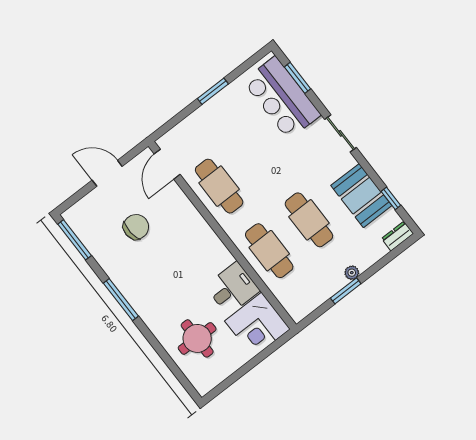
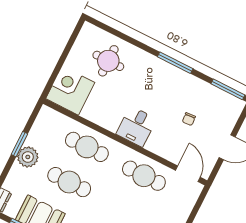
chair: (136, 227) -> (189, 119), width x0.54, depth x0.54
plant: (352, 273) -> (28, 157), width x1.87, depth x1.87
desk: (232, 288) -> (136, 126), moved

